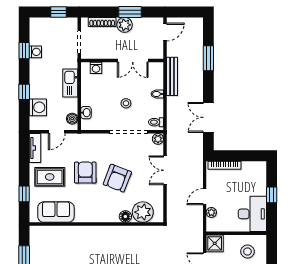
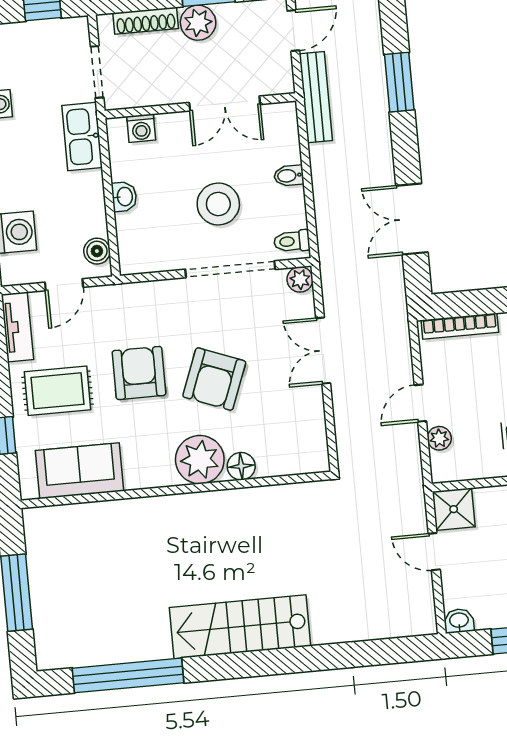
bench: (172, 76) -> (316, 97), moved
kitchen sink: (70, 83) -> (82, 136), moved
stool: (126, 103) -> (218, 204), width x1.89, depth x1.89
washbasin: (86, 113) -> (124, 197), moved
plant: (143, 212) -> (200, 460), moved

